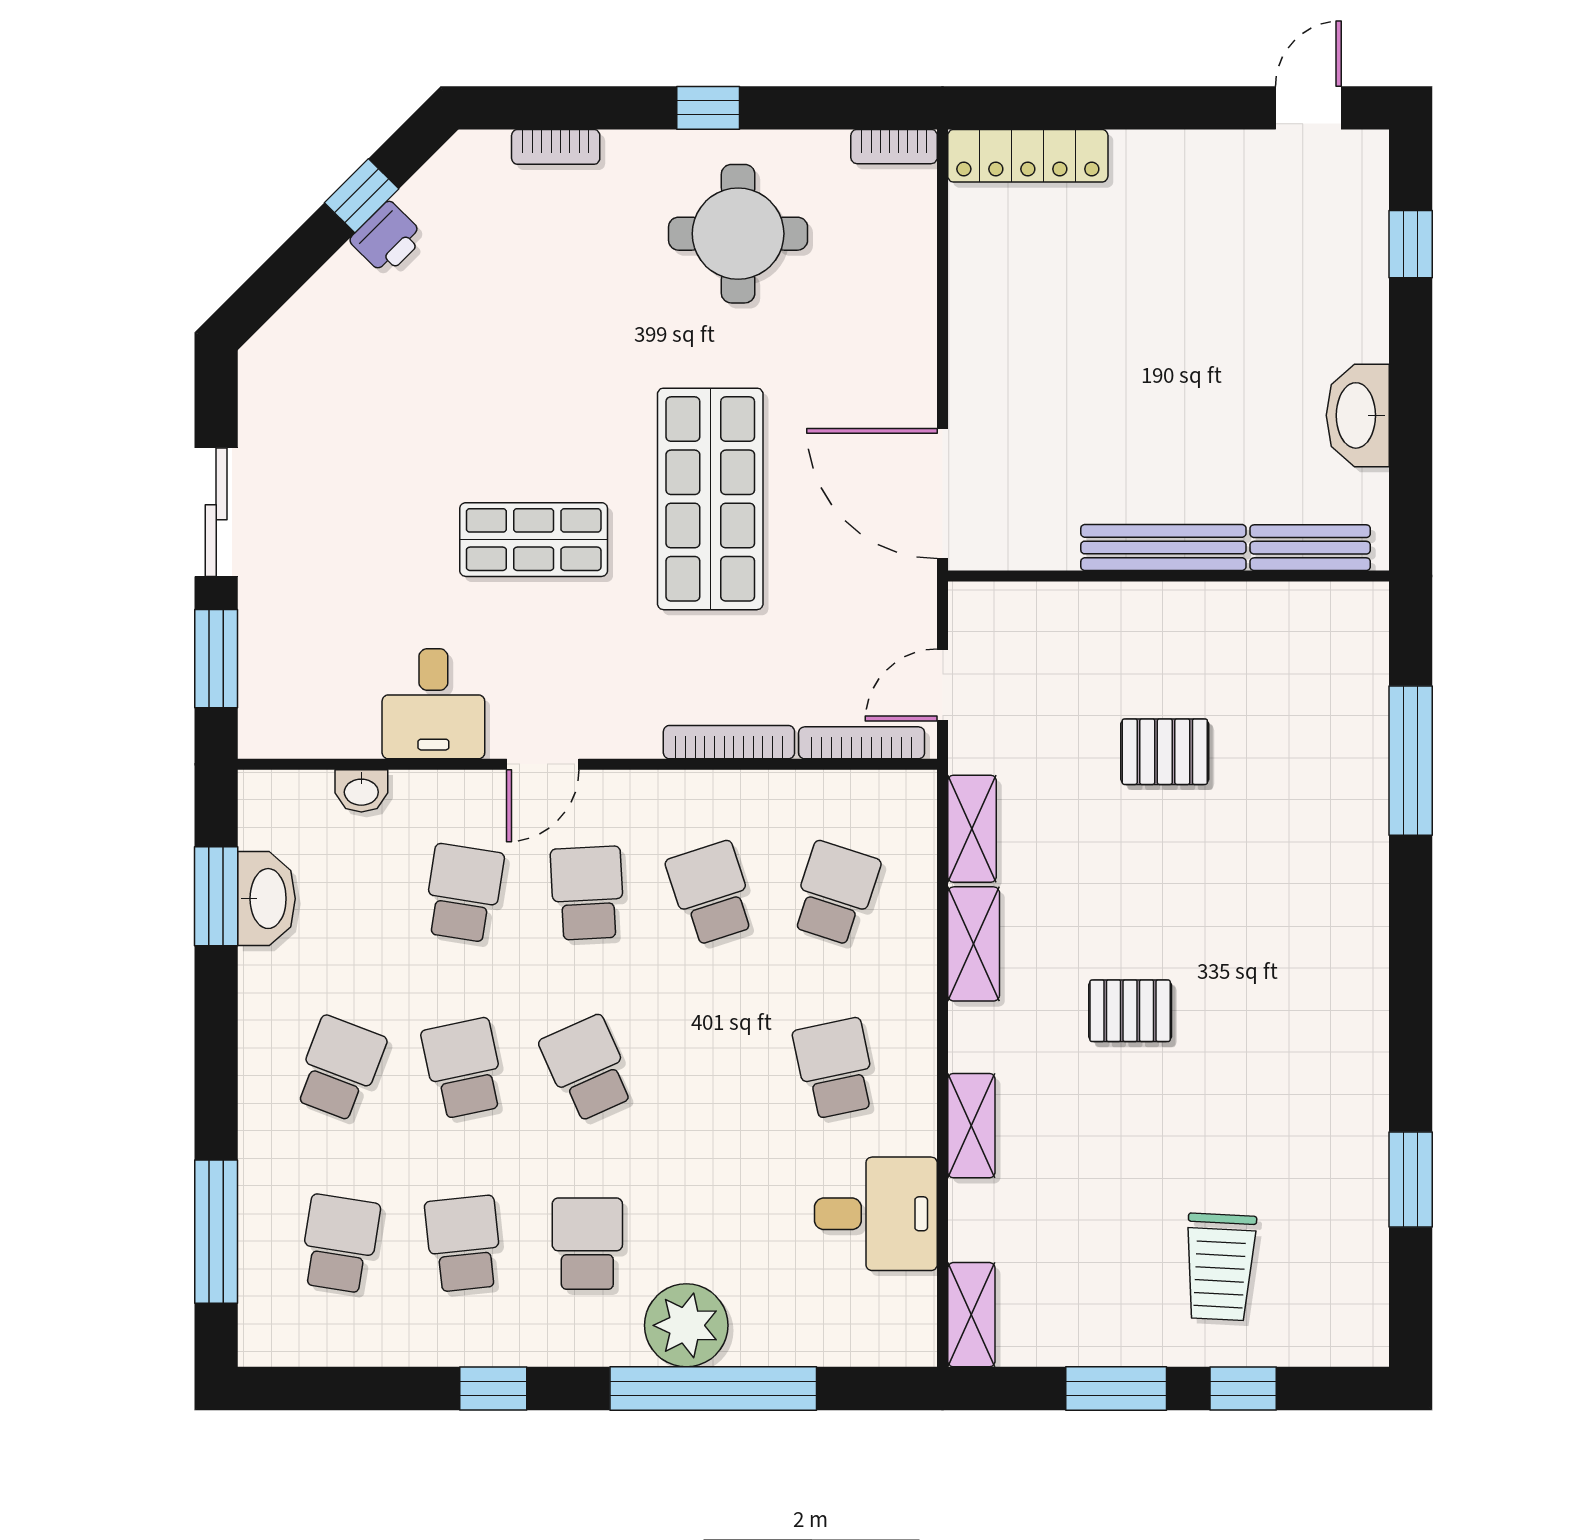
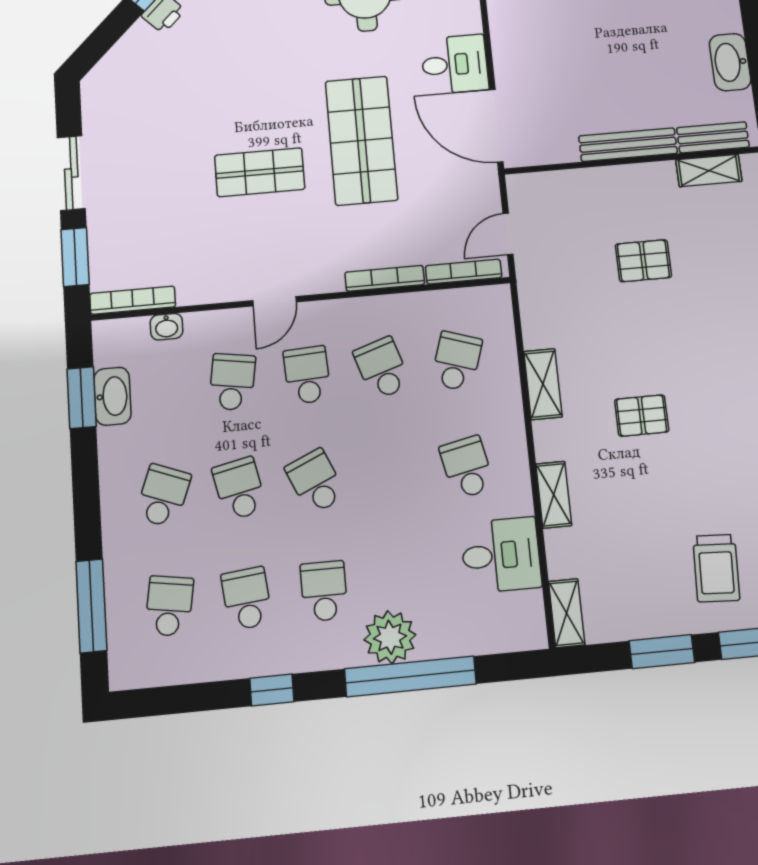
desk: (433, 704) -> (455, 64), moved, turned -90
bookcase: (308, 741) -> (133, 300), added
shelving: (972, 829) -> (709, 171), moved, turned 90

